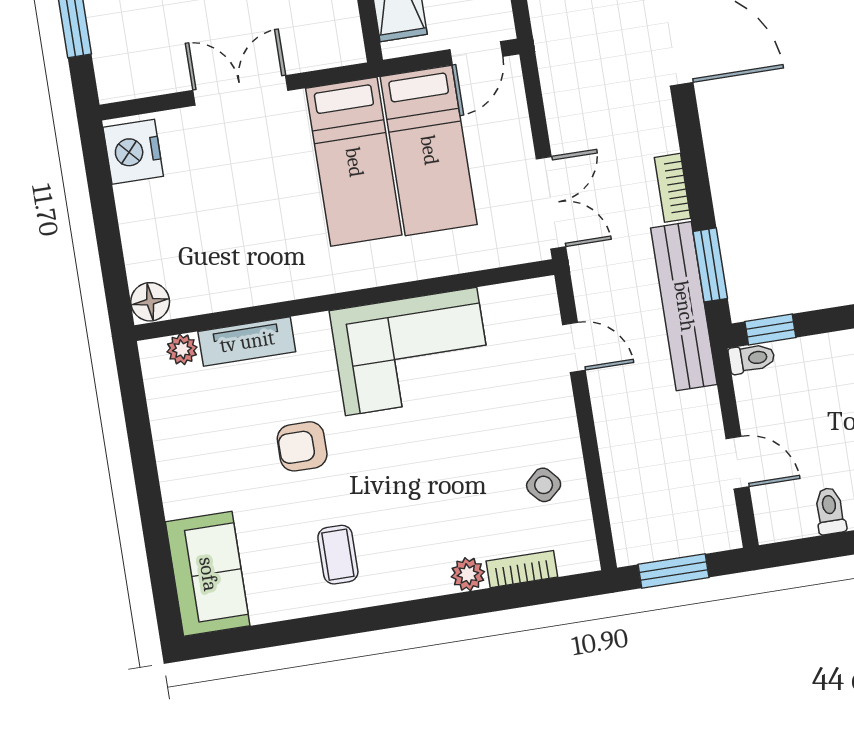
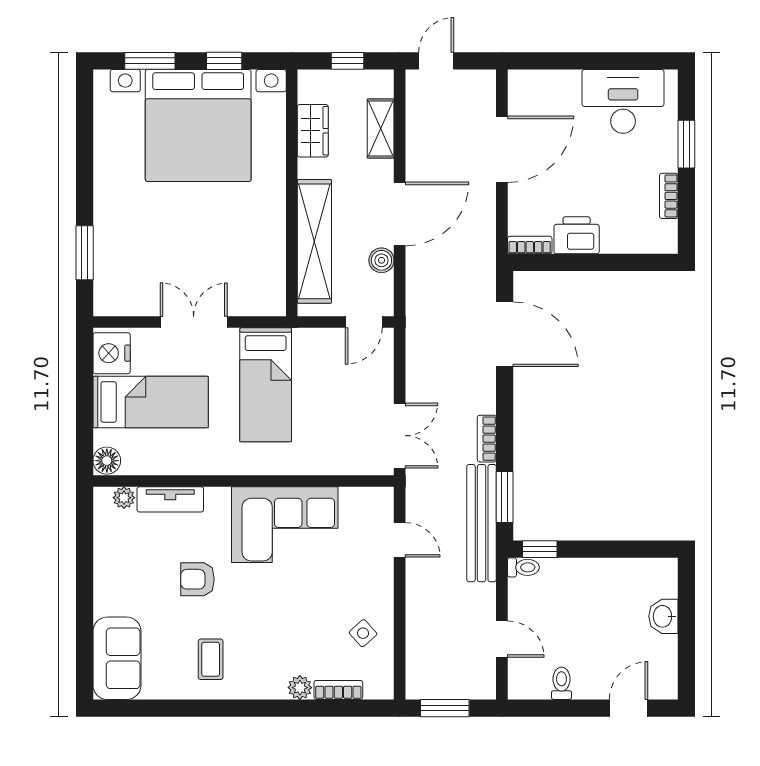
bed: (429, 150) -> (151, 402), moved, turned -90

